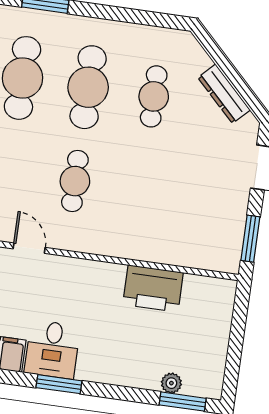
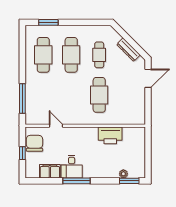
cafe table: (75, 181) -> (99, 95), moved, width x1.37, depth x1.35
window: (250, 239) -> (148, 109), removed
window: (59, 384) -> (76, 181), width x1.44

